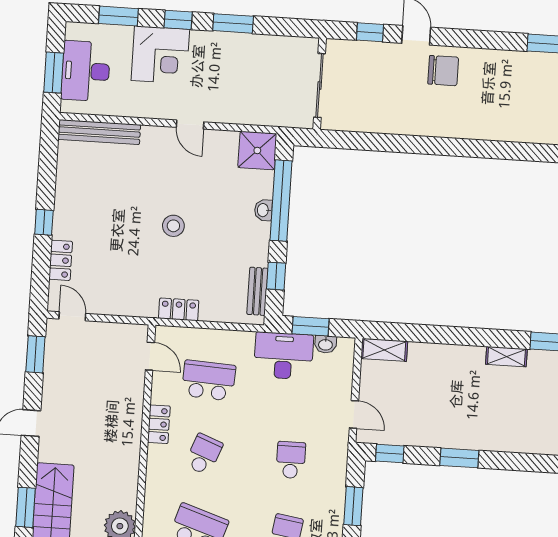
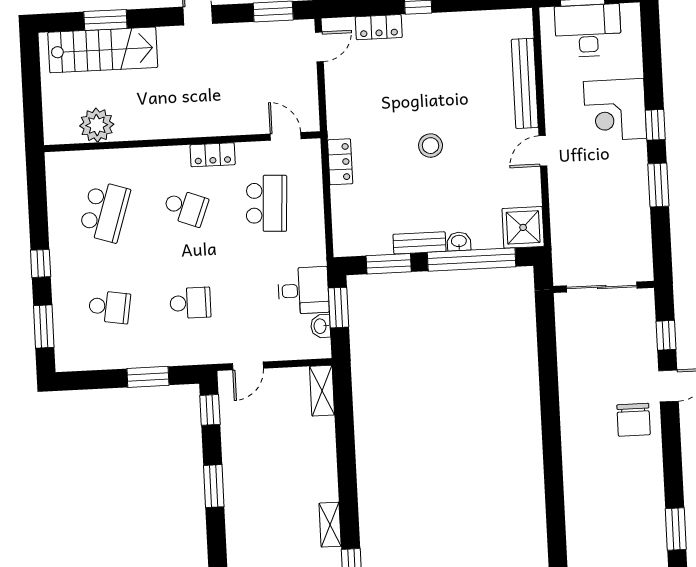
window: (118, 16) -> (652, 59), removed
bench: (99, 132) -> (525, 83), moved
window: (276, 276) -> (389, 264), width x1.50
bench: (257, 291) -> (420, 243), moved
door: (150, 356) -> (286, 136), swing flipped
desk: (284, 356) -> (303, 290), width x0.73

